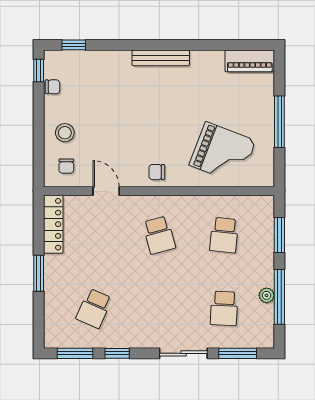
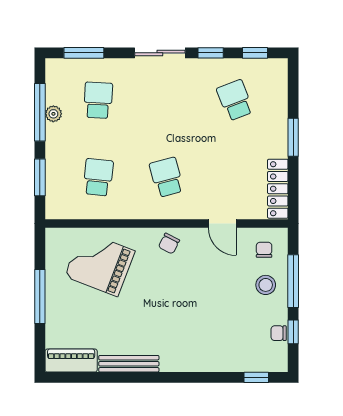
bench: (161, 58) -> (129, 364), moved
window: (39, 70) -> (293, 332), moved
window: (39, 136) -> (293, 281), added
chair: (157, 172) -> (169, 244), turned 117
school desk: (94, 308) -> (235, 100), turned -45
window: (75, 353) -> (255, 53), width x0.67
sliding door: (183, 353) -> (160, 53), moved

